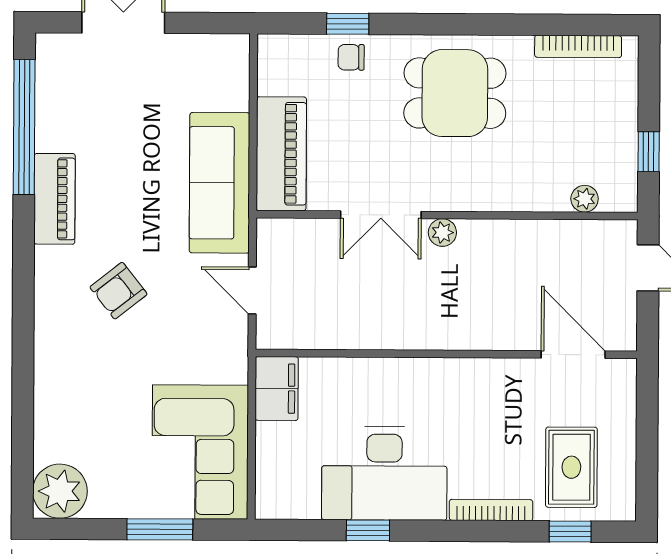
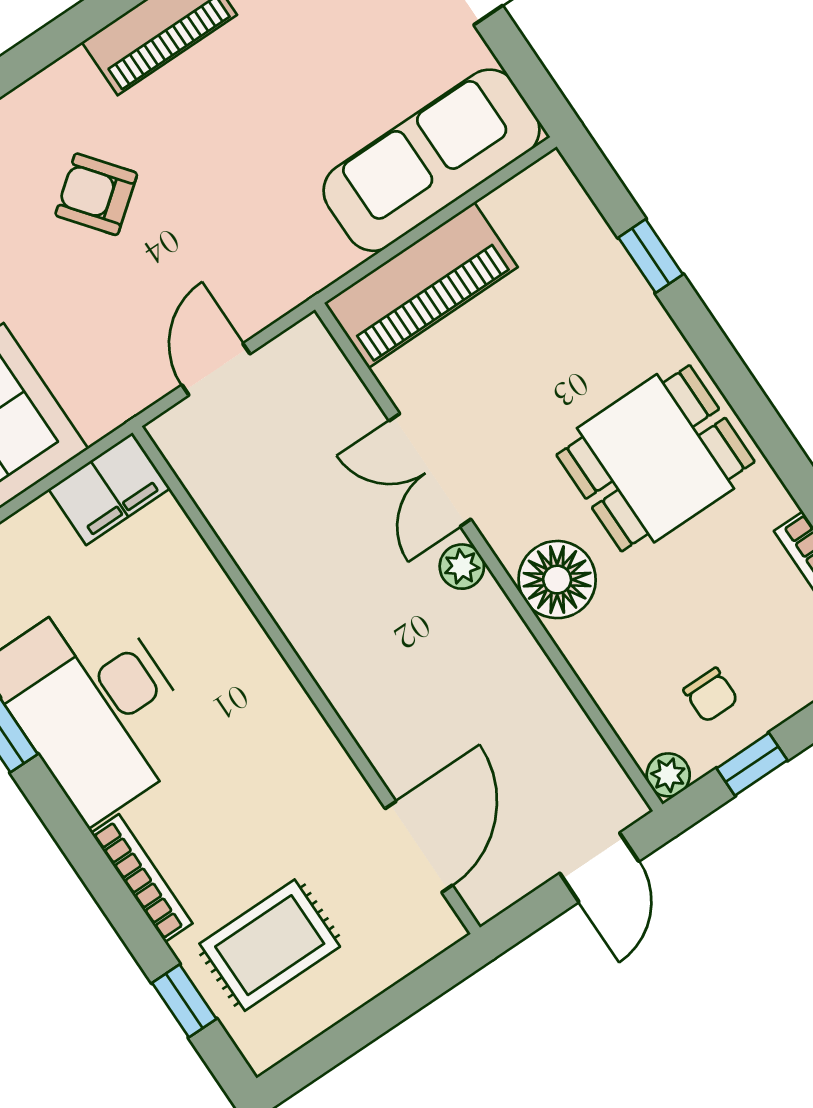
chair: (351, 57) -> (711, 695), moved, turned 180
dining table: (455, 93) -> (656, 458), turned 90
sofa: (220, 183) -> (432, 160), moved
floor lamp: (483, 187) -> (557, 580), added
plant: (585, 199) -> (668, 775), moved

